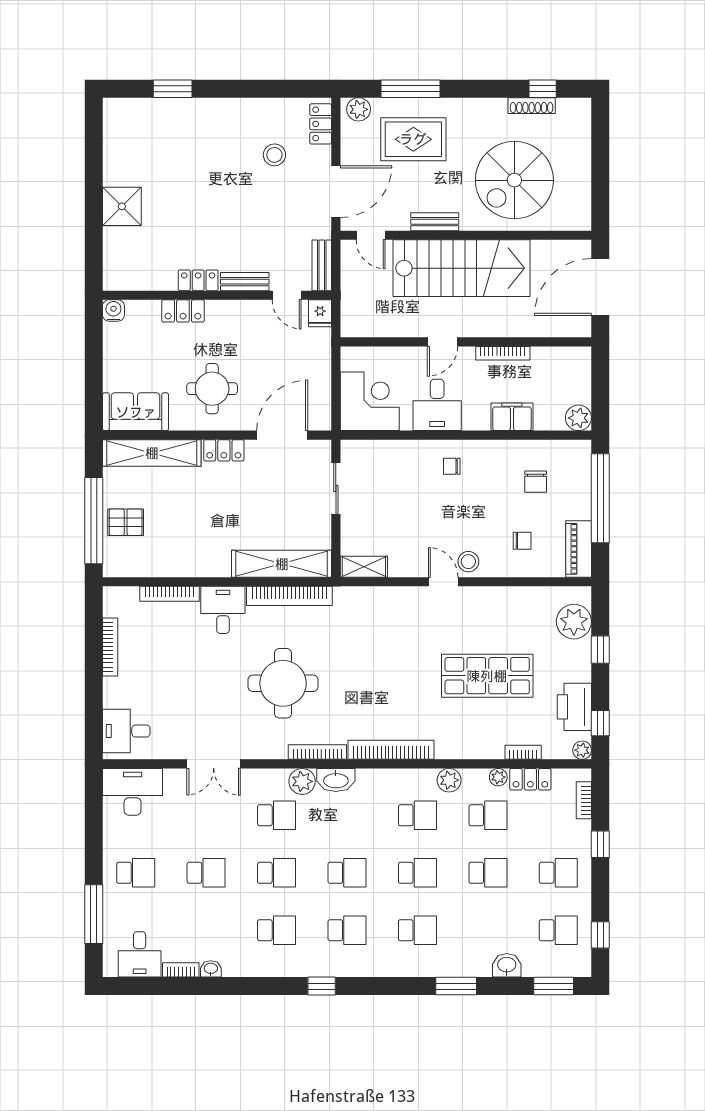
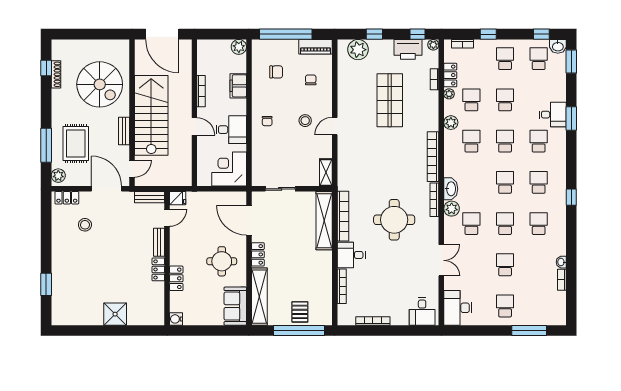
stool: (468, 562) -> (305, 121), moved
desk: (140, 954) -> (553, 115), moved
washbasin: (507, 965) -> (558, 46), moved, turned -90

